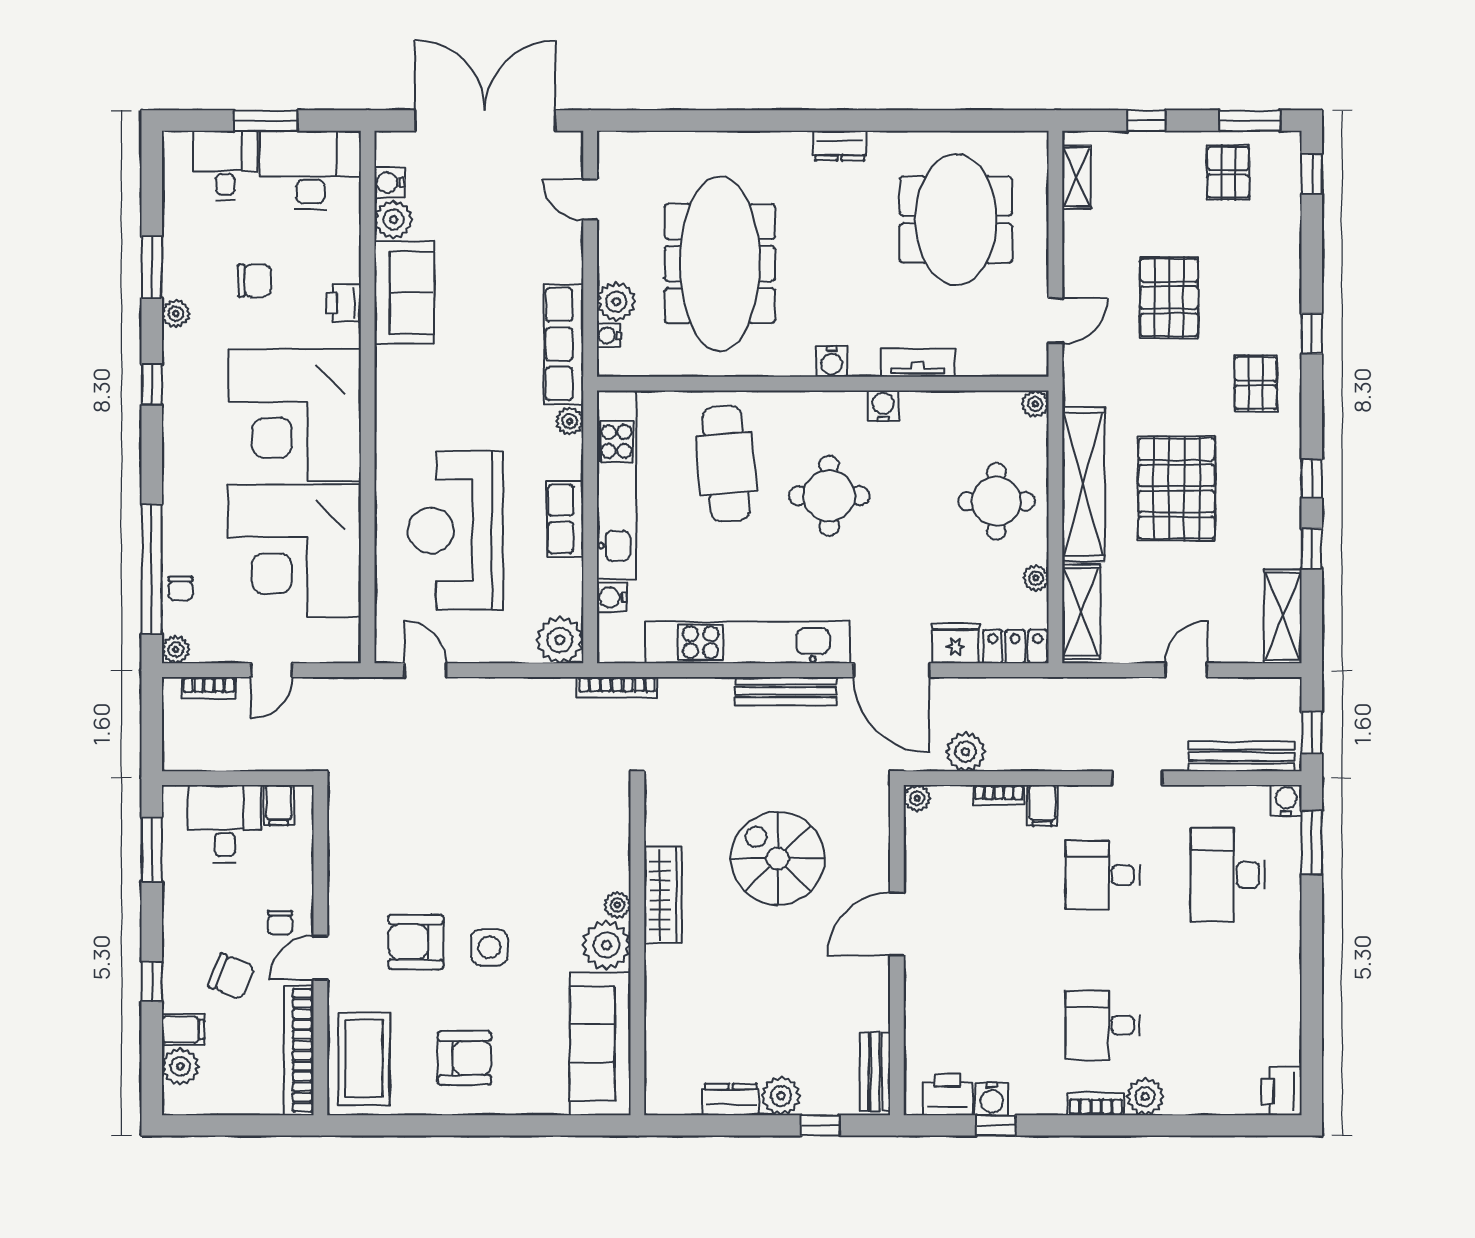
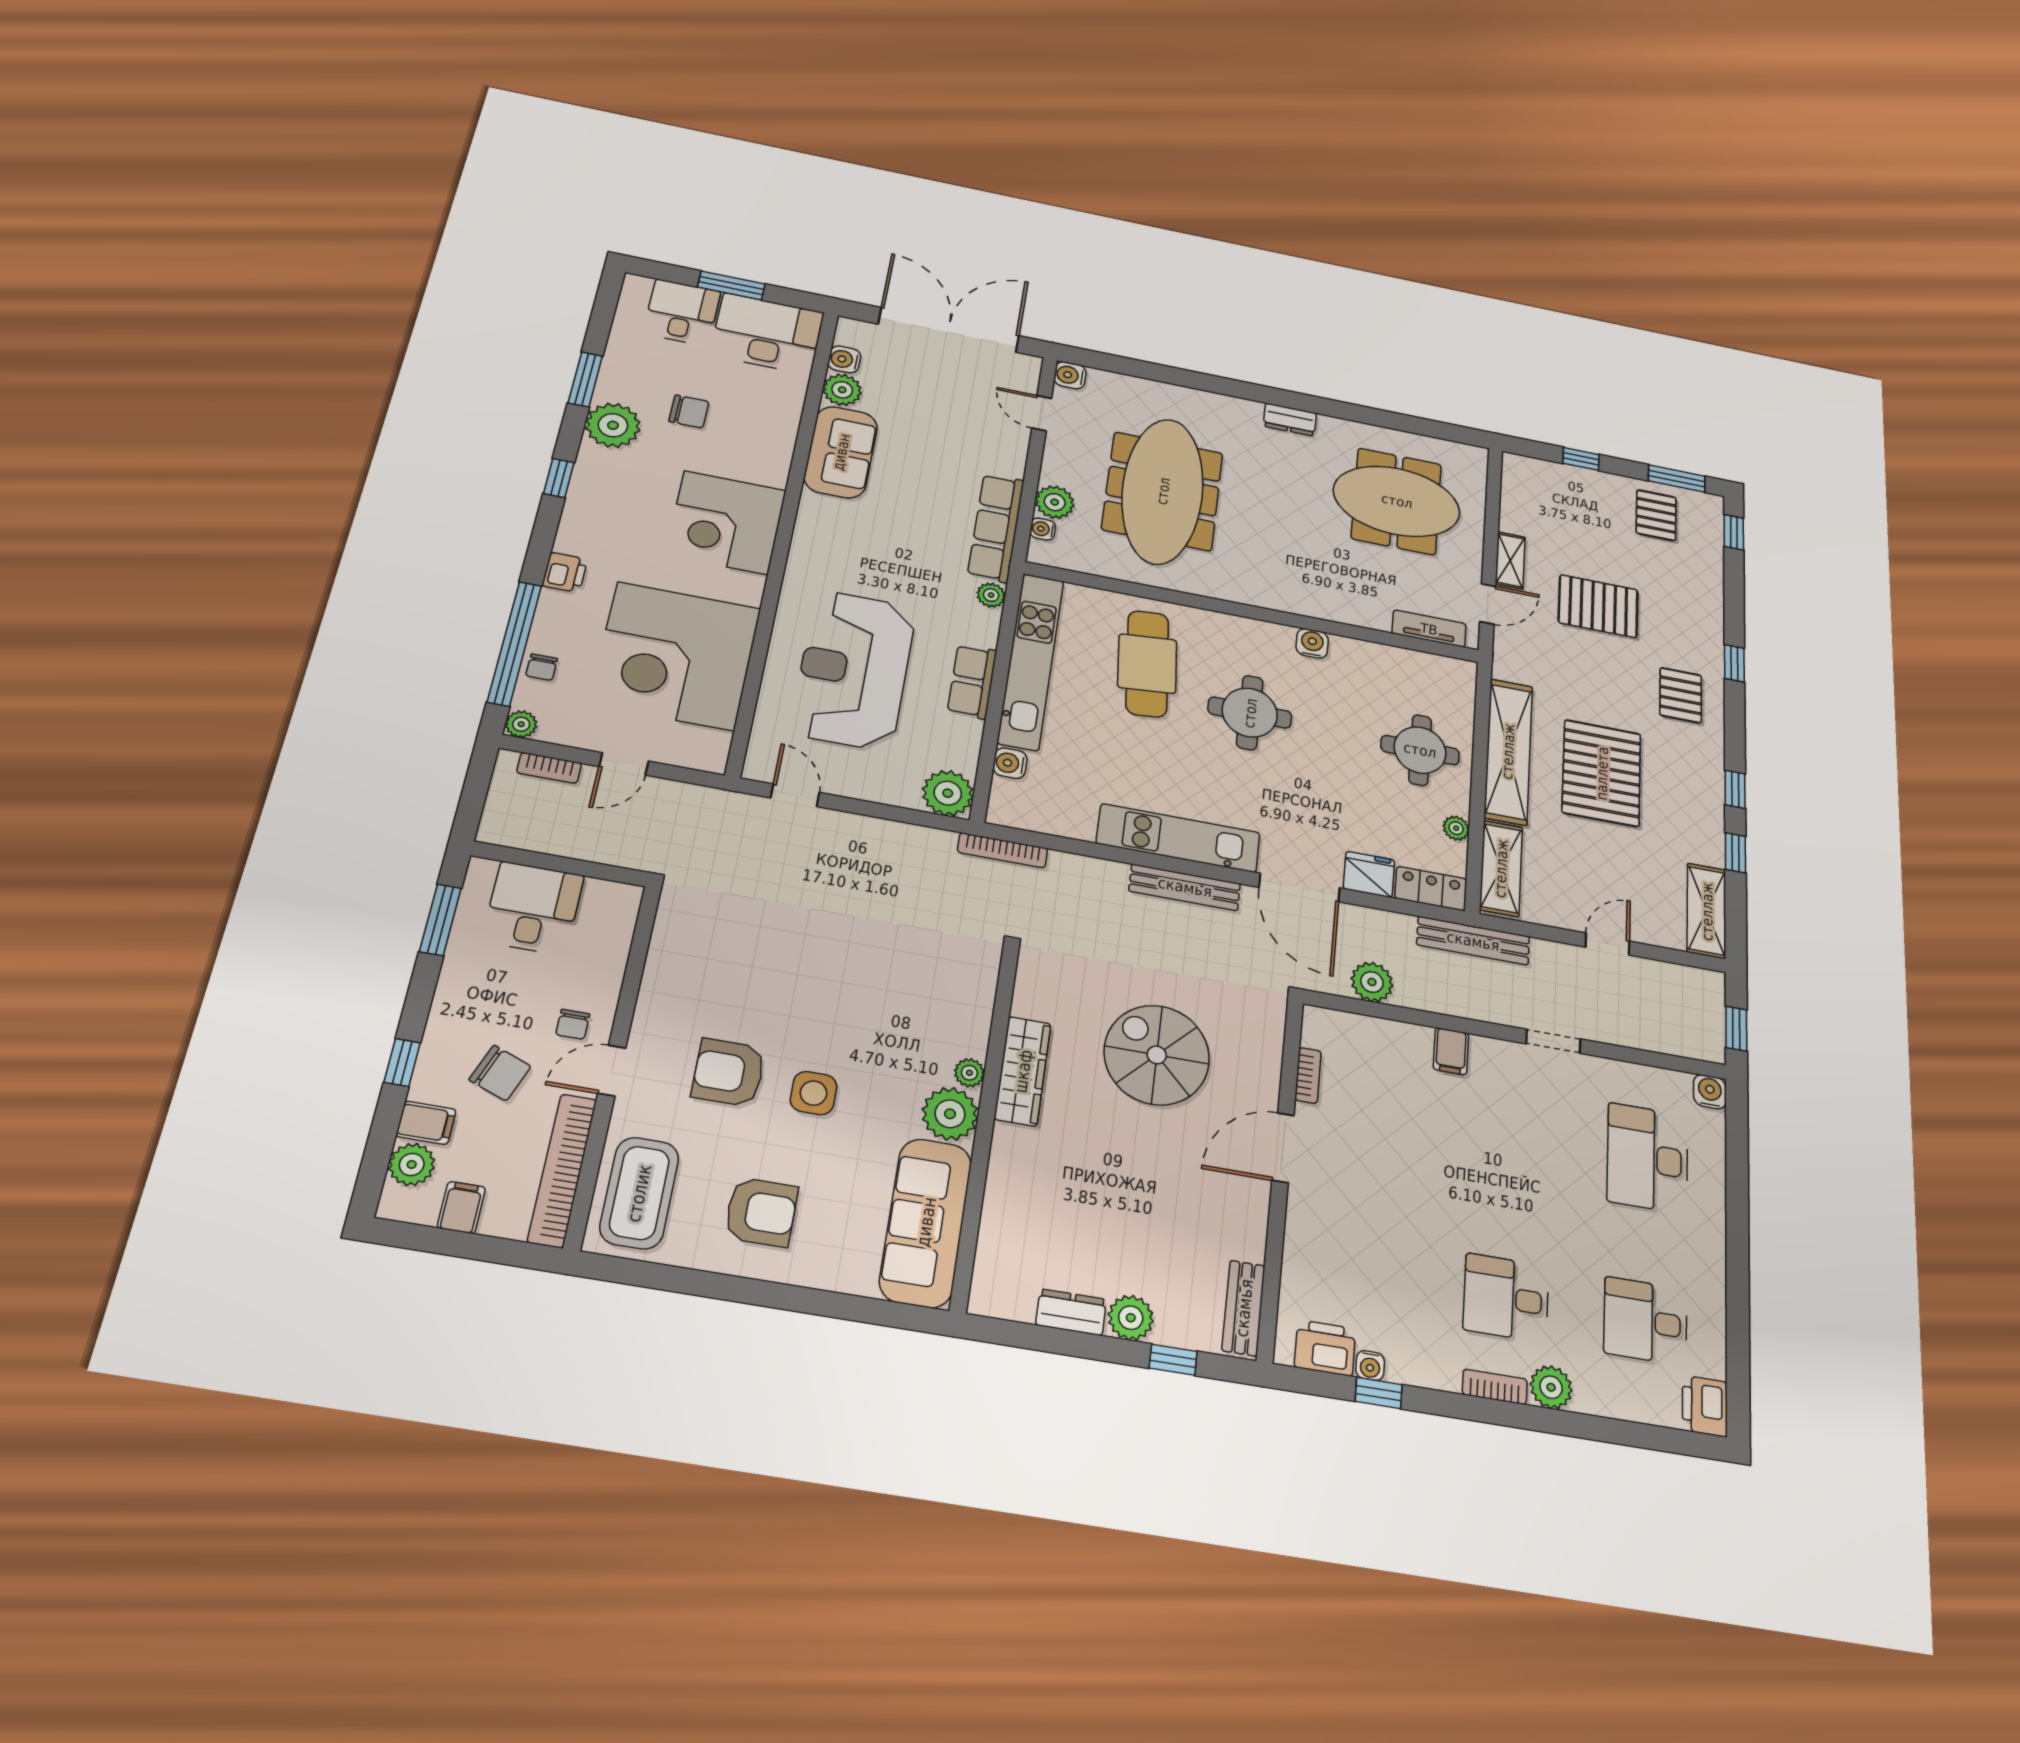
shelving: (1076, 177) -> (1510, 560), moved
meeting table: (956, 220) -> (1397, 501), turned 90
pallet: (1169, 298) -> (1598, 606), turned 90
printer: (344, 303) -> (565, 572), moved, turned 180
plant: (176, 314) -> (613, 425), width x1.87, depth x1.87
water cooler: (832, 361) -> (1070, 375), moved, turned 90
tv unit: (917, 363) -> (1429, 629), moved
plant: (1035, 404) -> (1464, 671), removed
corner desk: (295, 415) -> (726, 522), width x0.74, depth x0.74
kitchen unit: (748, 642) -> (1178, 838), width x0.73
bench: (1242, 756) -> (1473, 941), moved
bookcase: (999, 795) -> (1308, 1075), moved, turned -90
plant: (917, 798) -> (1316, 1020), removed
filing cabinet: (279, 805) -> (461, 1207), moved, turned 180
window: (1312, 843) -> (1737, 1140), removed
desk: (1103, 875) -> (1645, 1321), moved
water cooler: (992, 1099) -> (1370, 1366), width x0.72, depth x0.72

